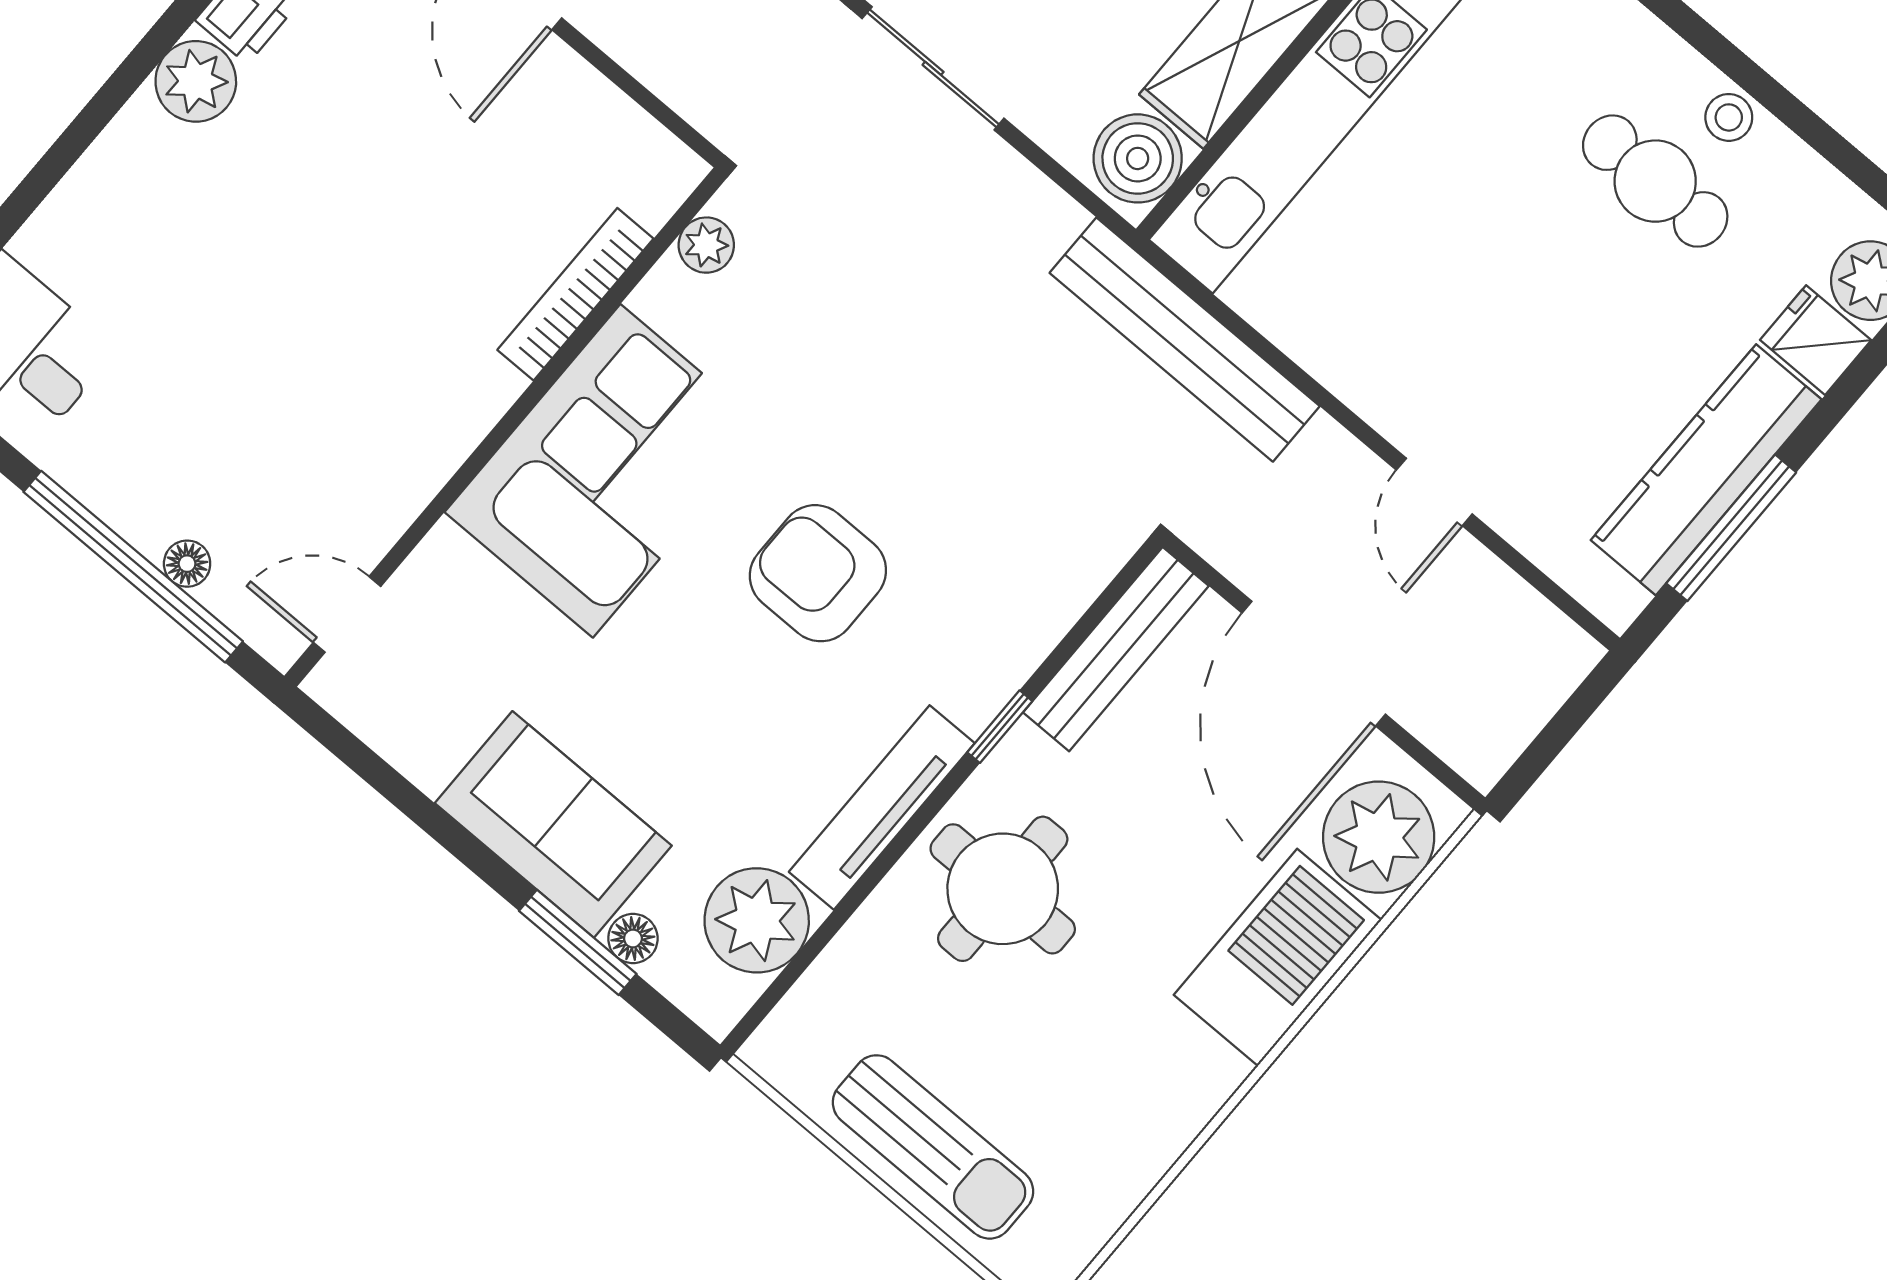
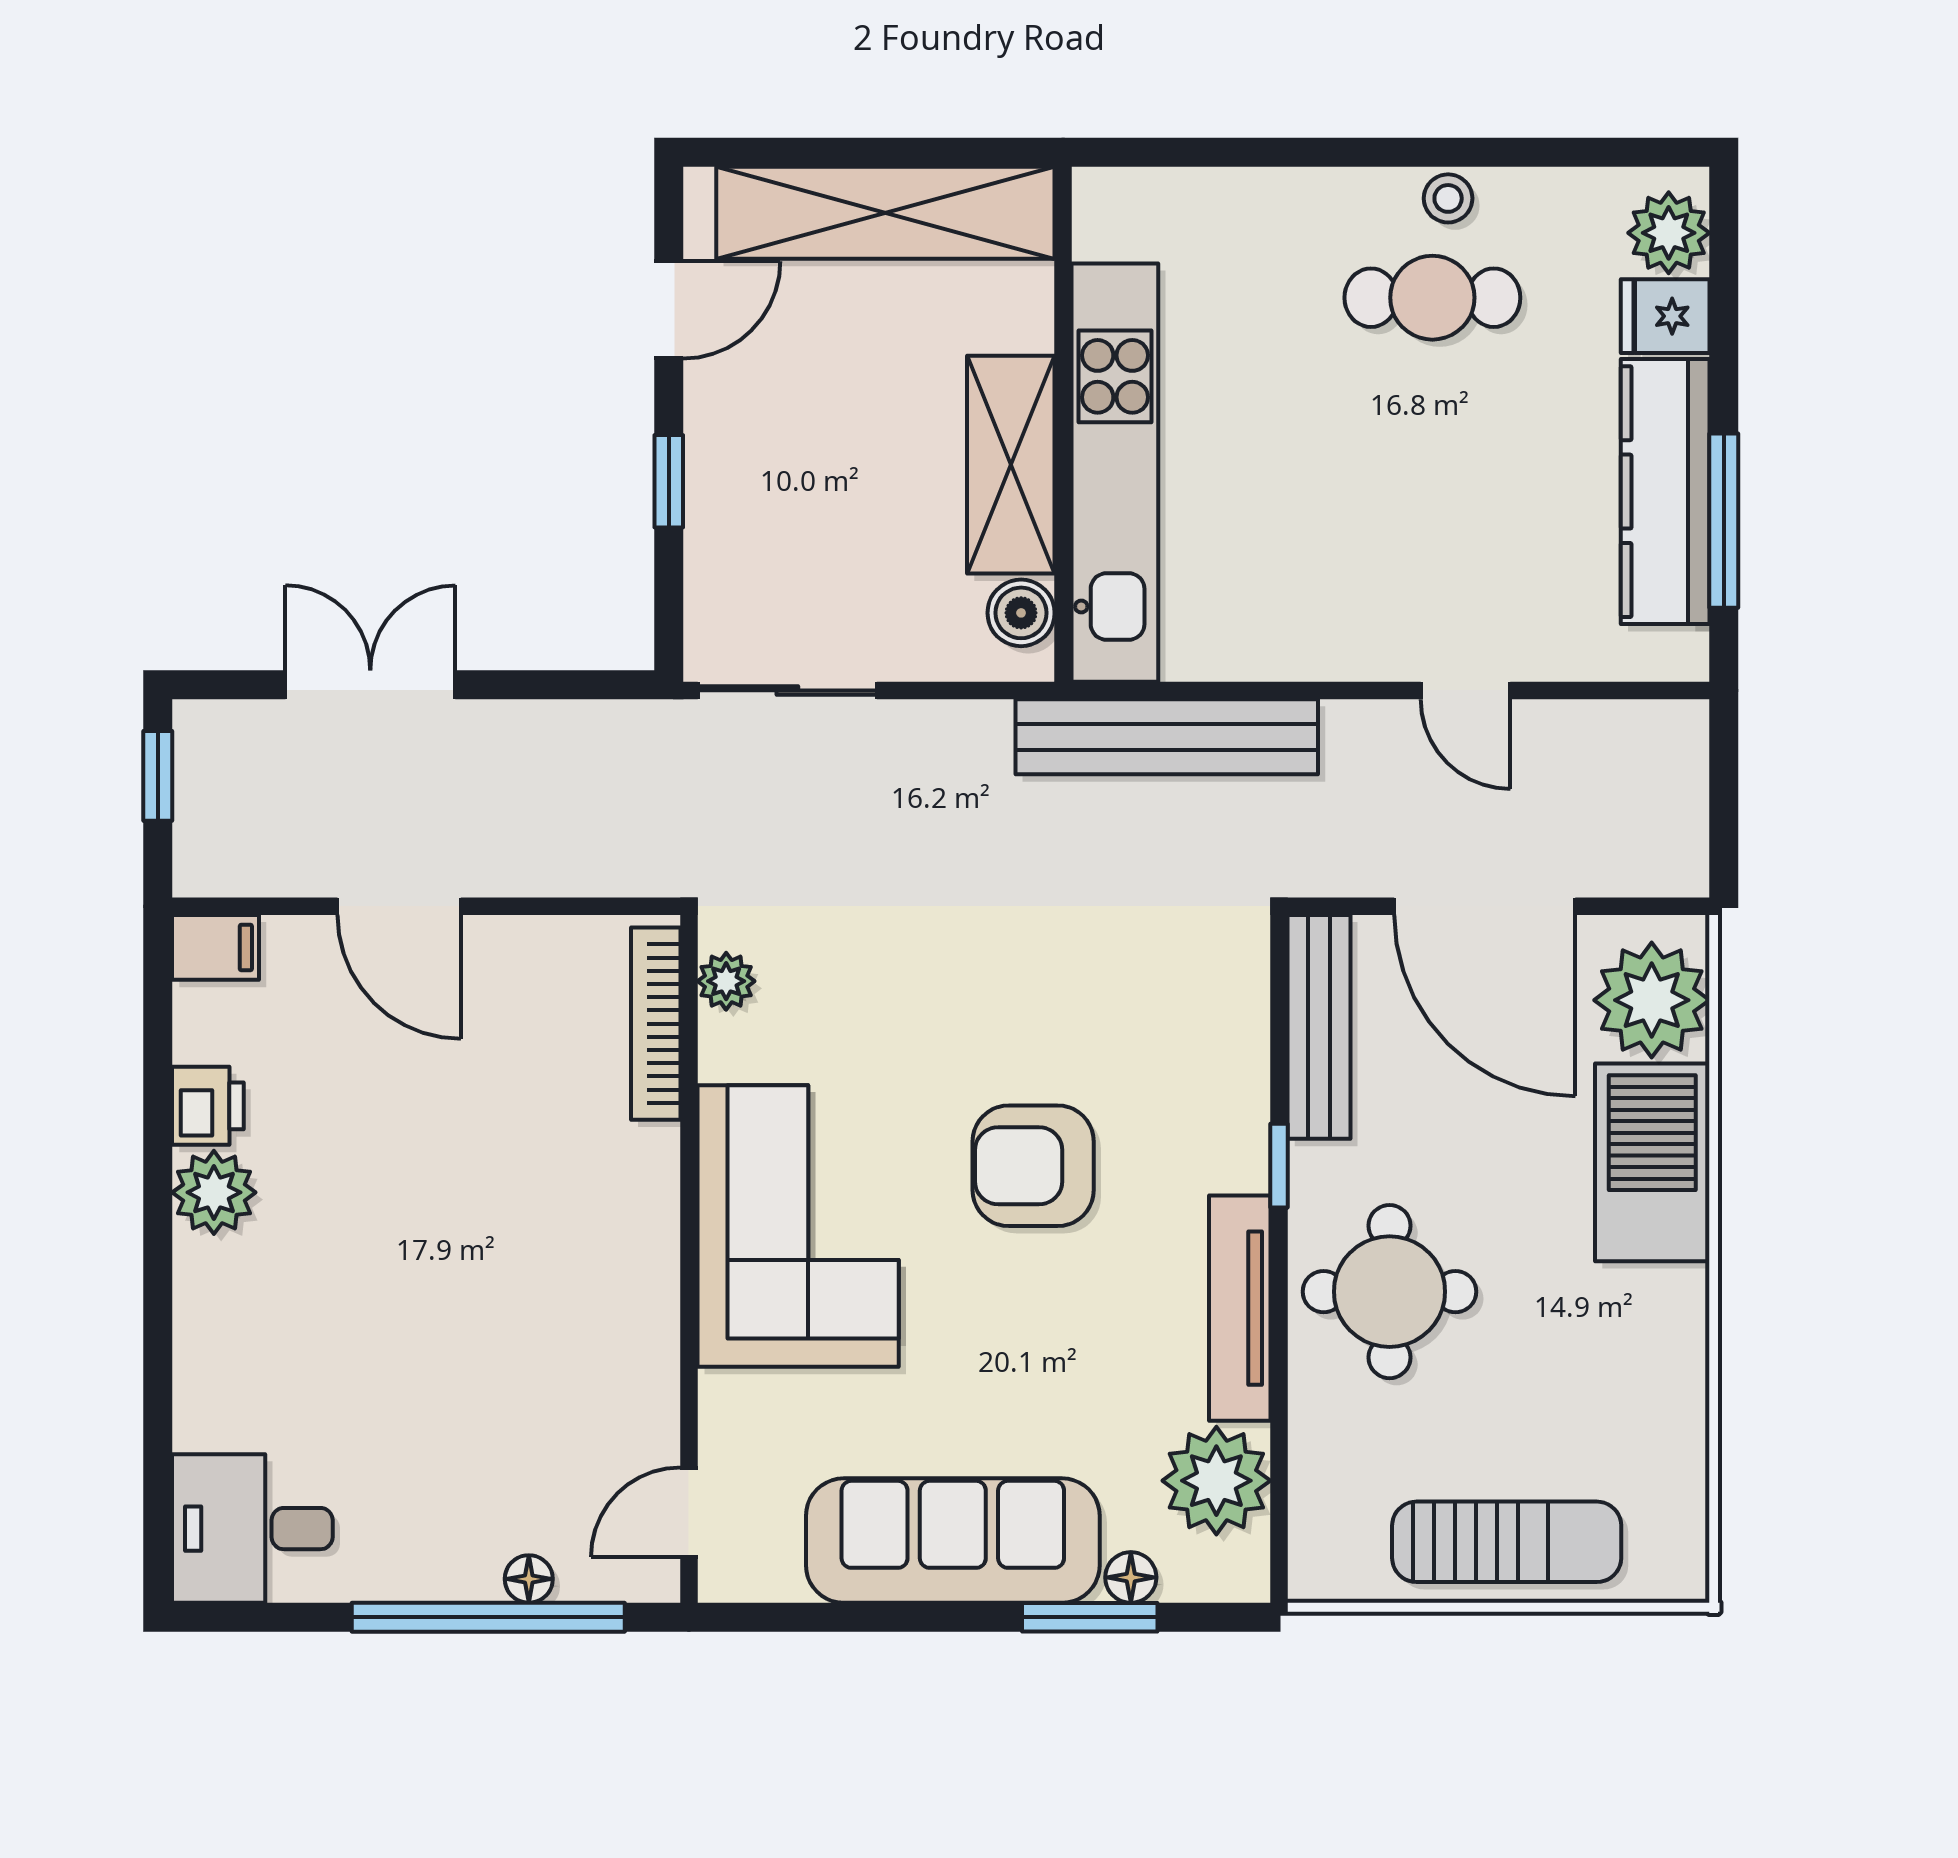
boiler: (1138, 158) -> (1021, 613), width x0.73, depth x0.73
bookcase: (575, 294) -> (656, 1024), moved
sofa: (553, 824) -> (953, 1541), width x1.36

